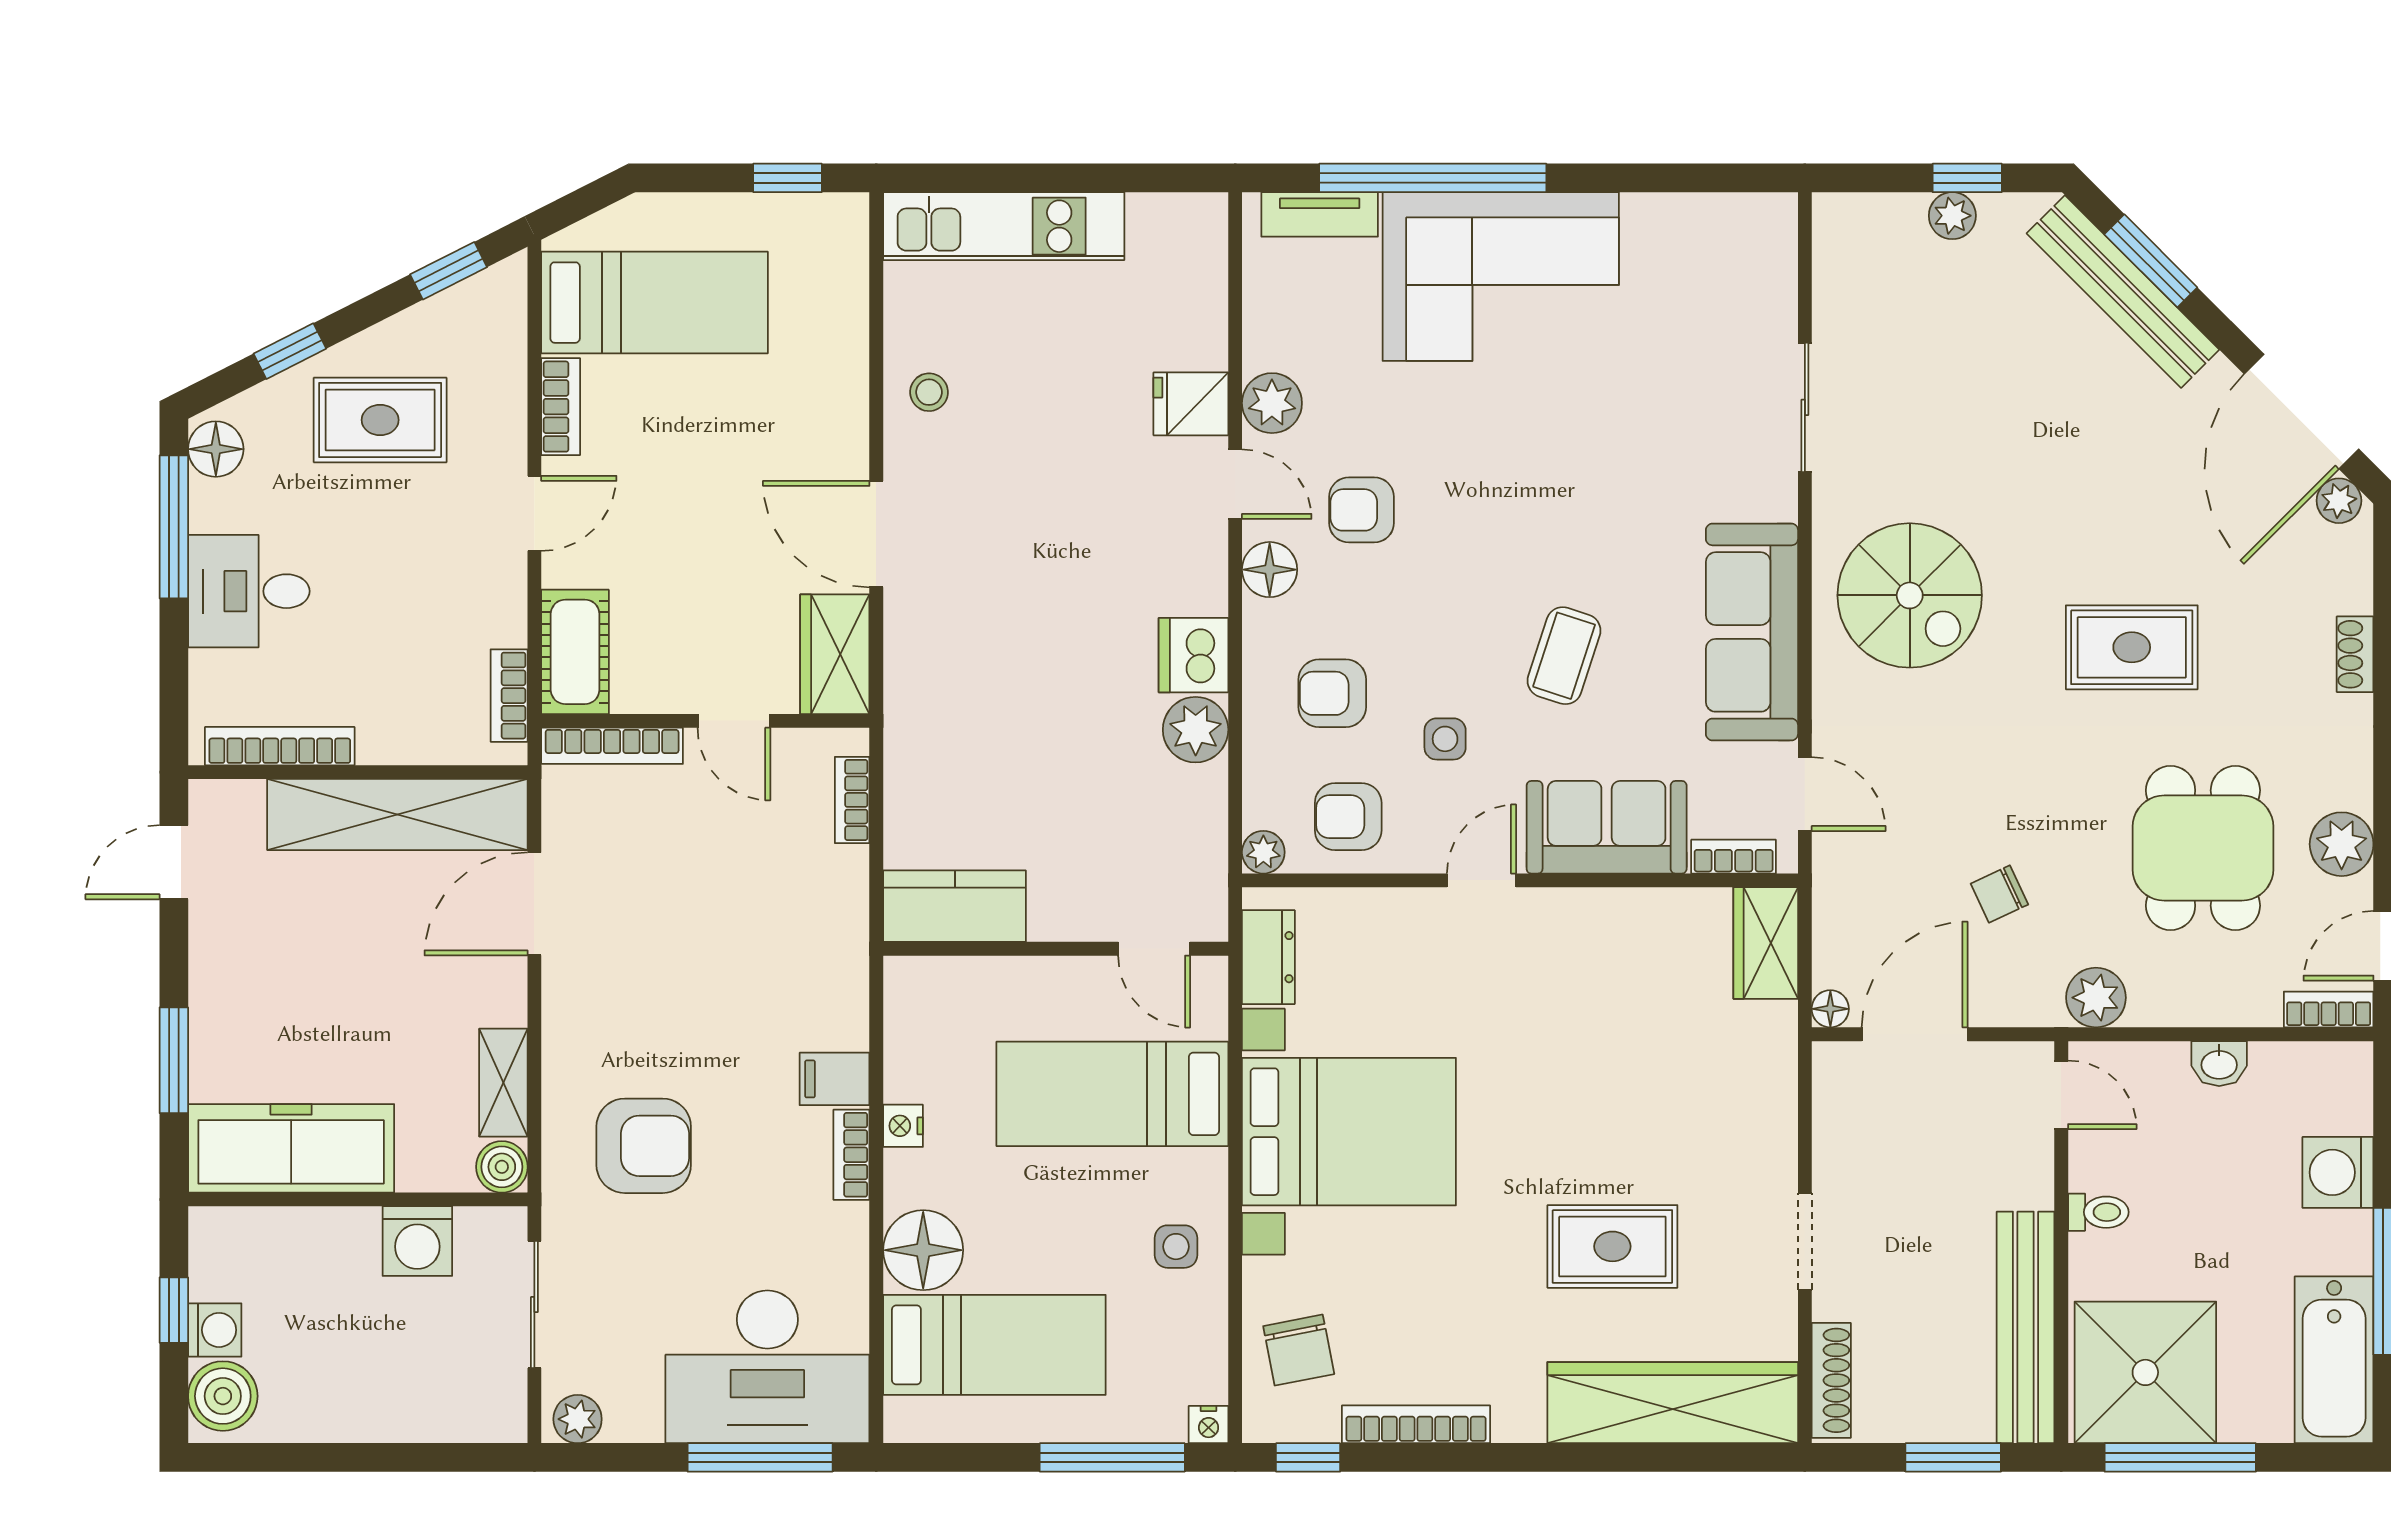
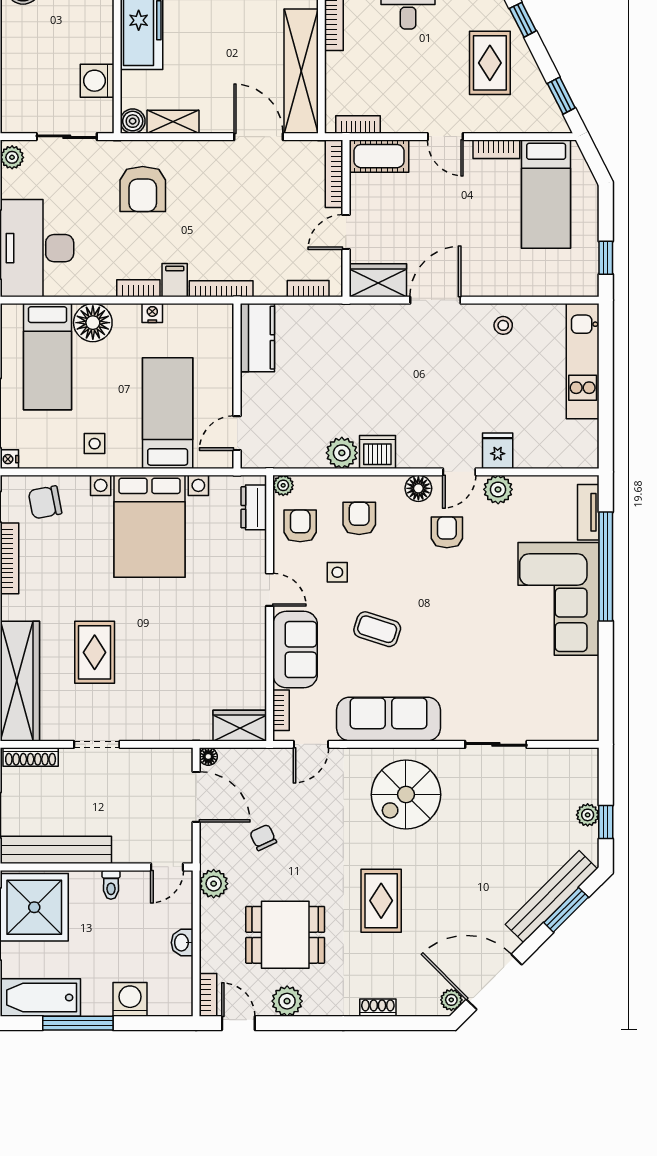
dresser: (1268, 957) -> (254, 507), moved, turned 90
bookcase: (852, 982) -> (221, 289), added

